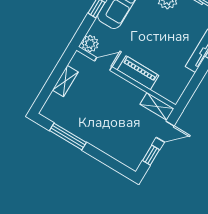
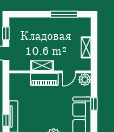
shelving: (157, 106) -> (42, 66), moved

